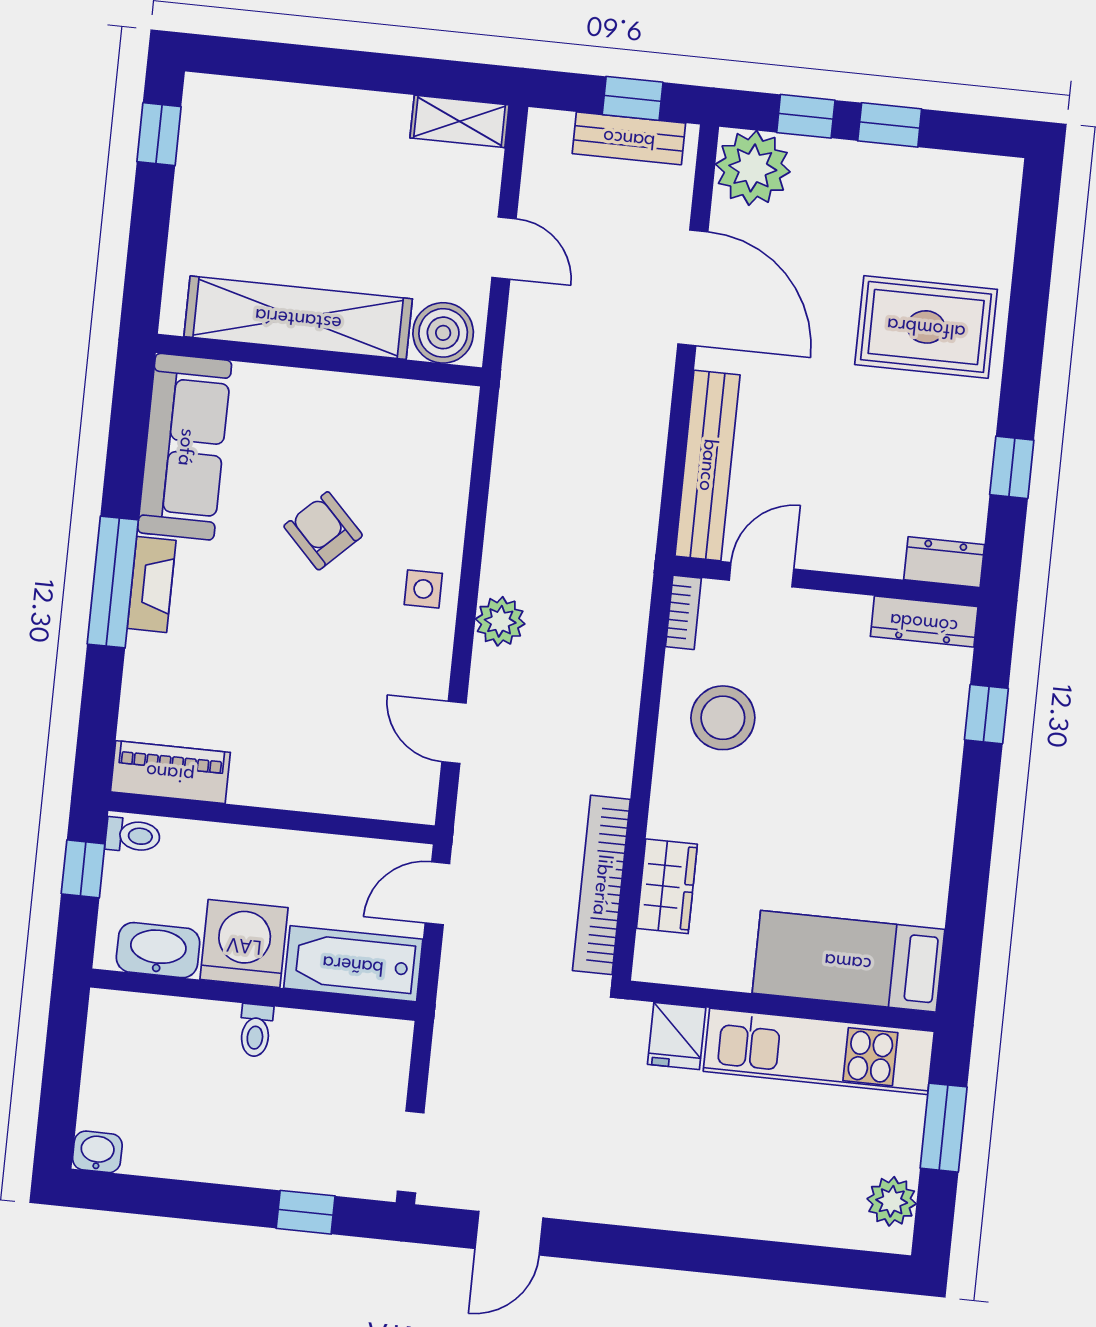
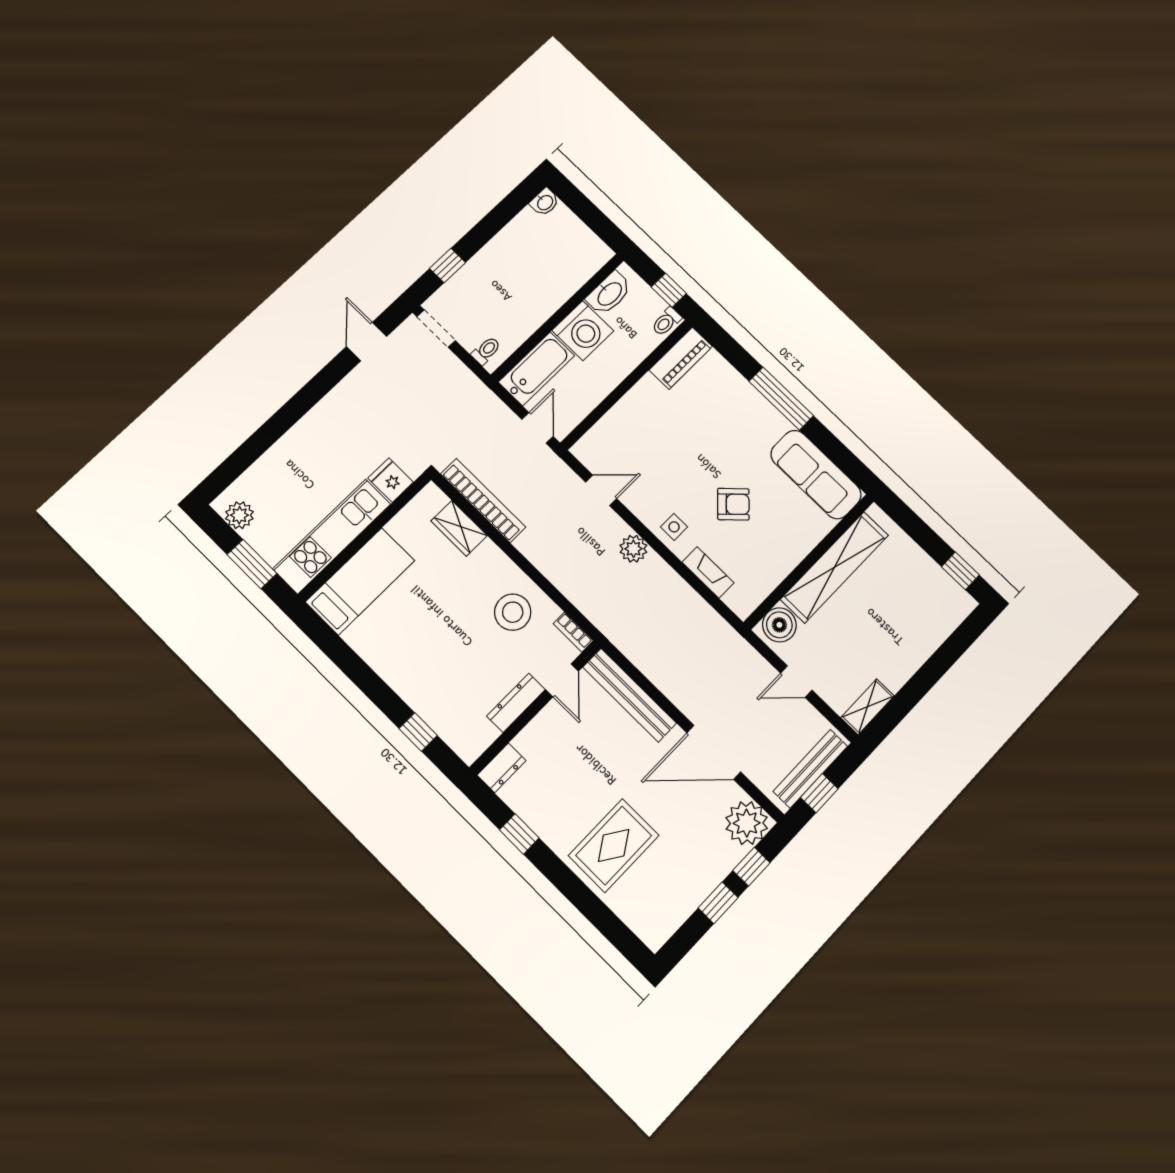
bench: (629, 138) -> (810, 769), width x1.36
fireplace: (152, 584) -> (708, 572), moved, turned 180
dresser: (924, 622) -> (516, 703), moved
toilet: (256, 1030) -> (486, 351), moved, turned 90

